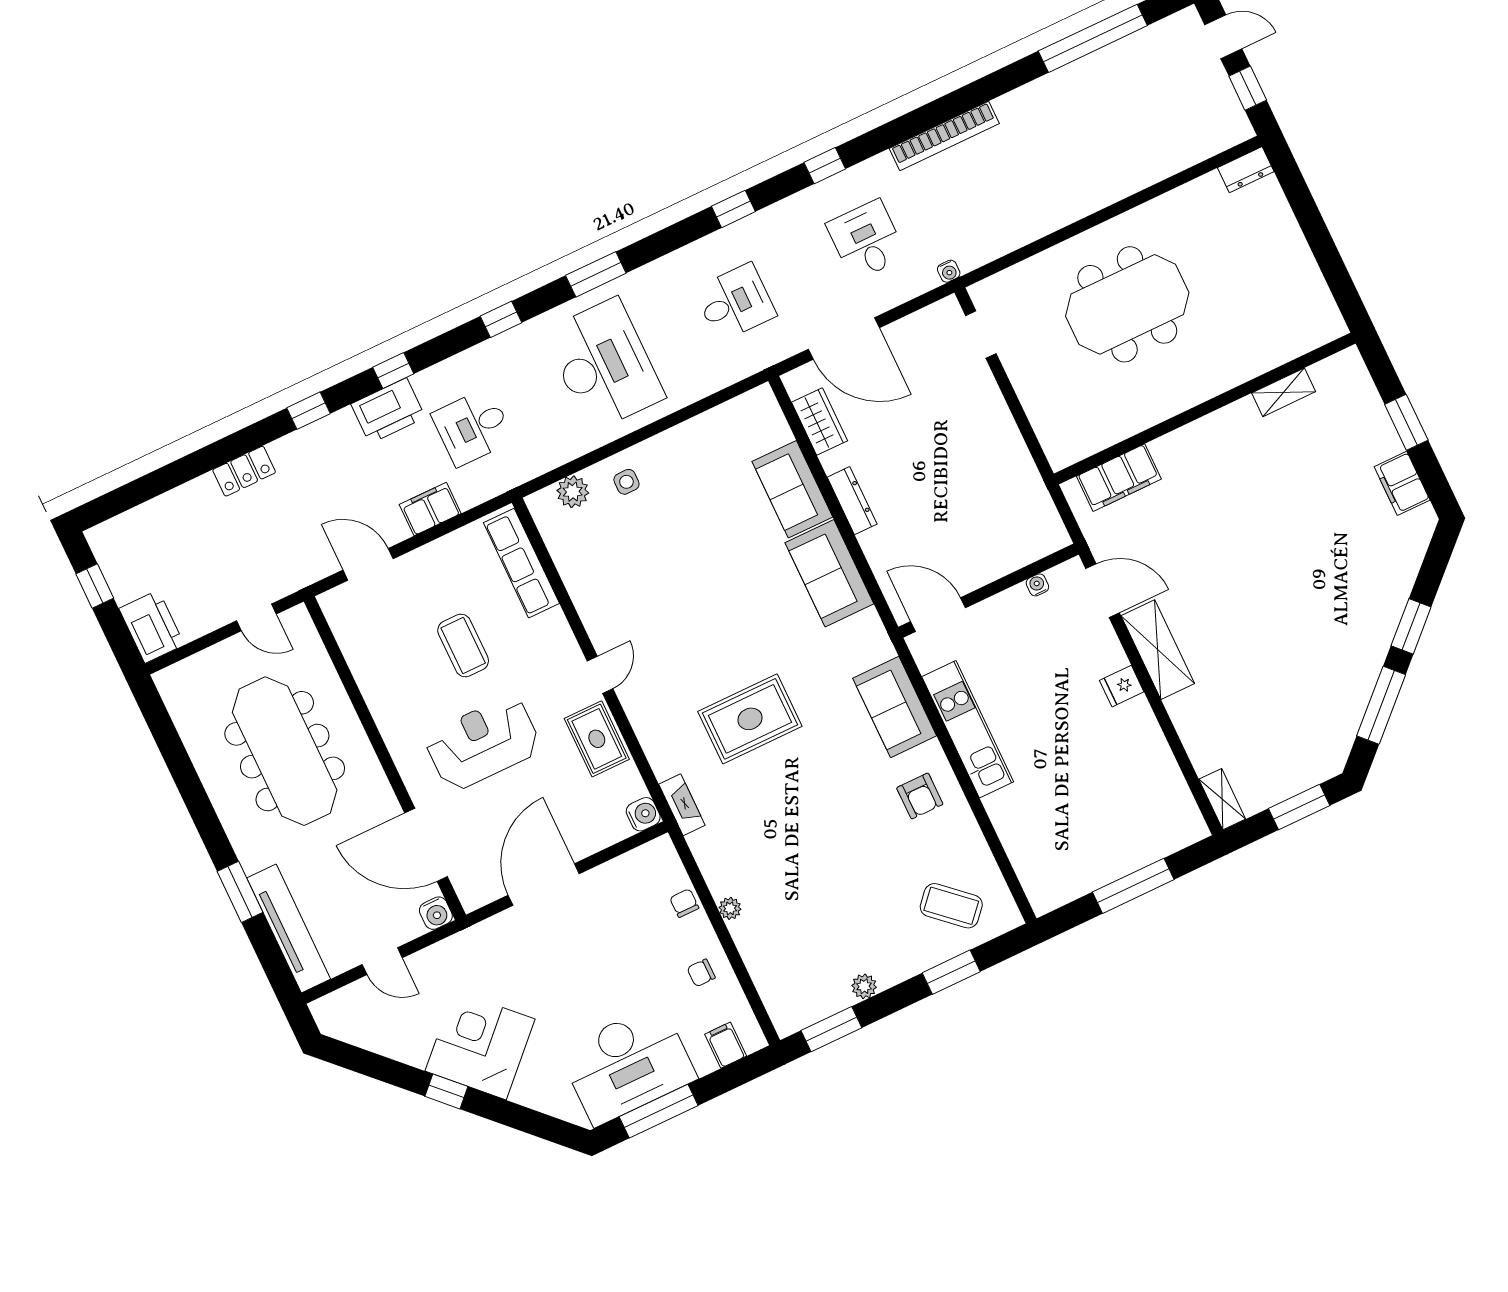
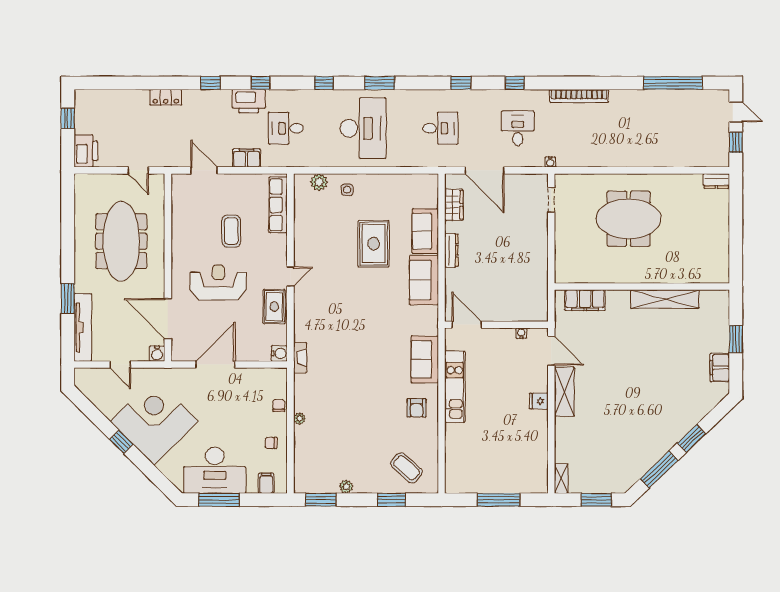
shelving: (1284, 392) -> (665, 299), width x2.20, depth x1.33
rug: (750, 719) -> (374, 244), moved, turned 90
corner desk: (480, 1045) -> (154, 421), width x1.36, depth x1.36

